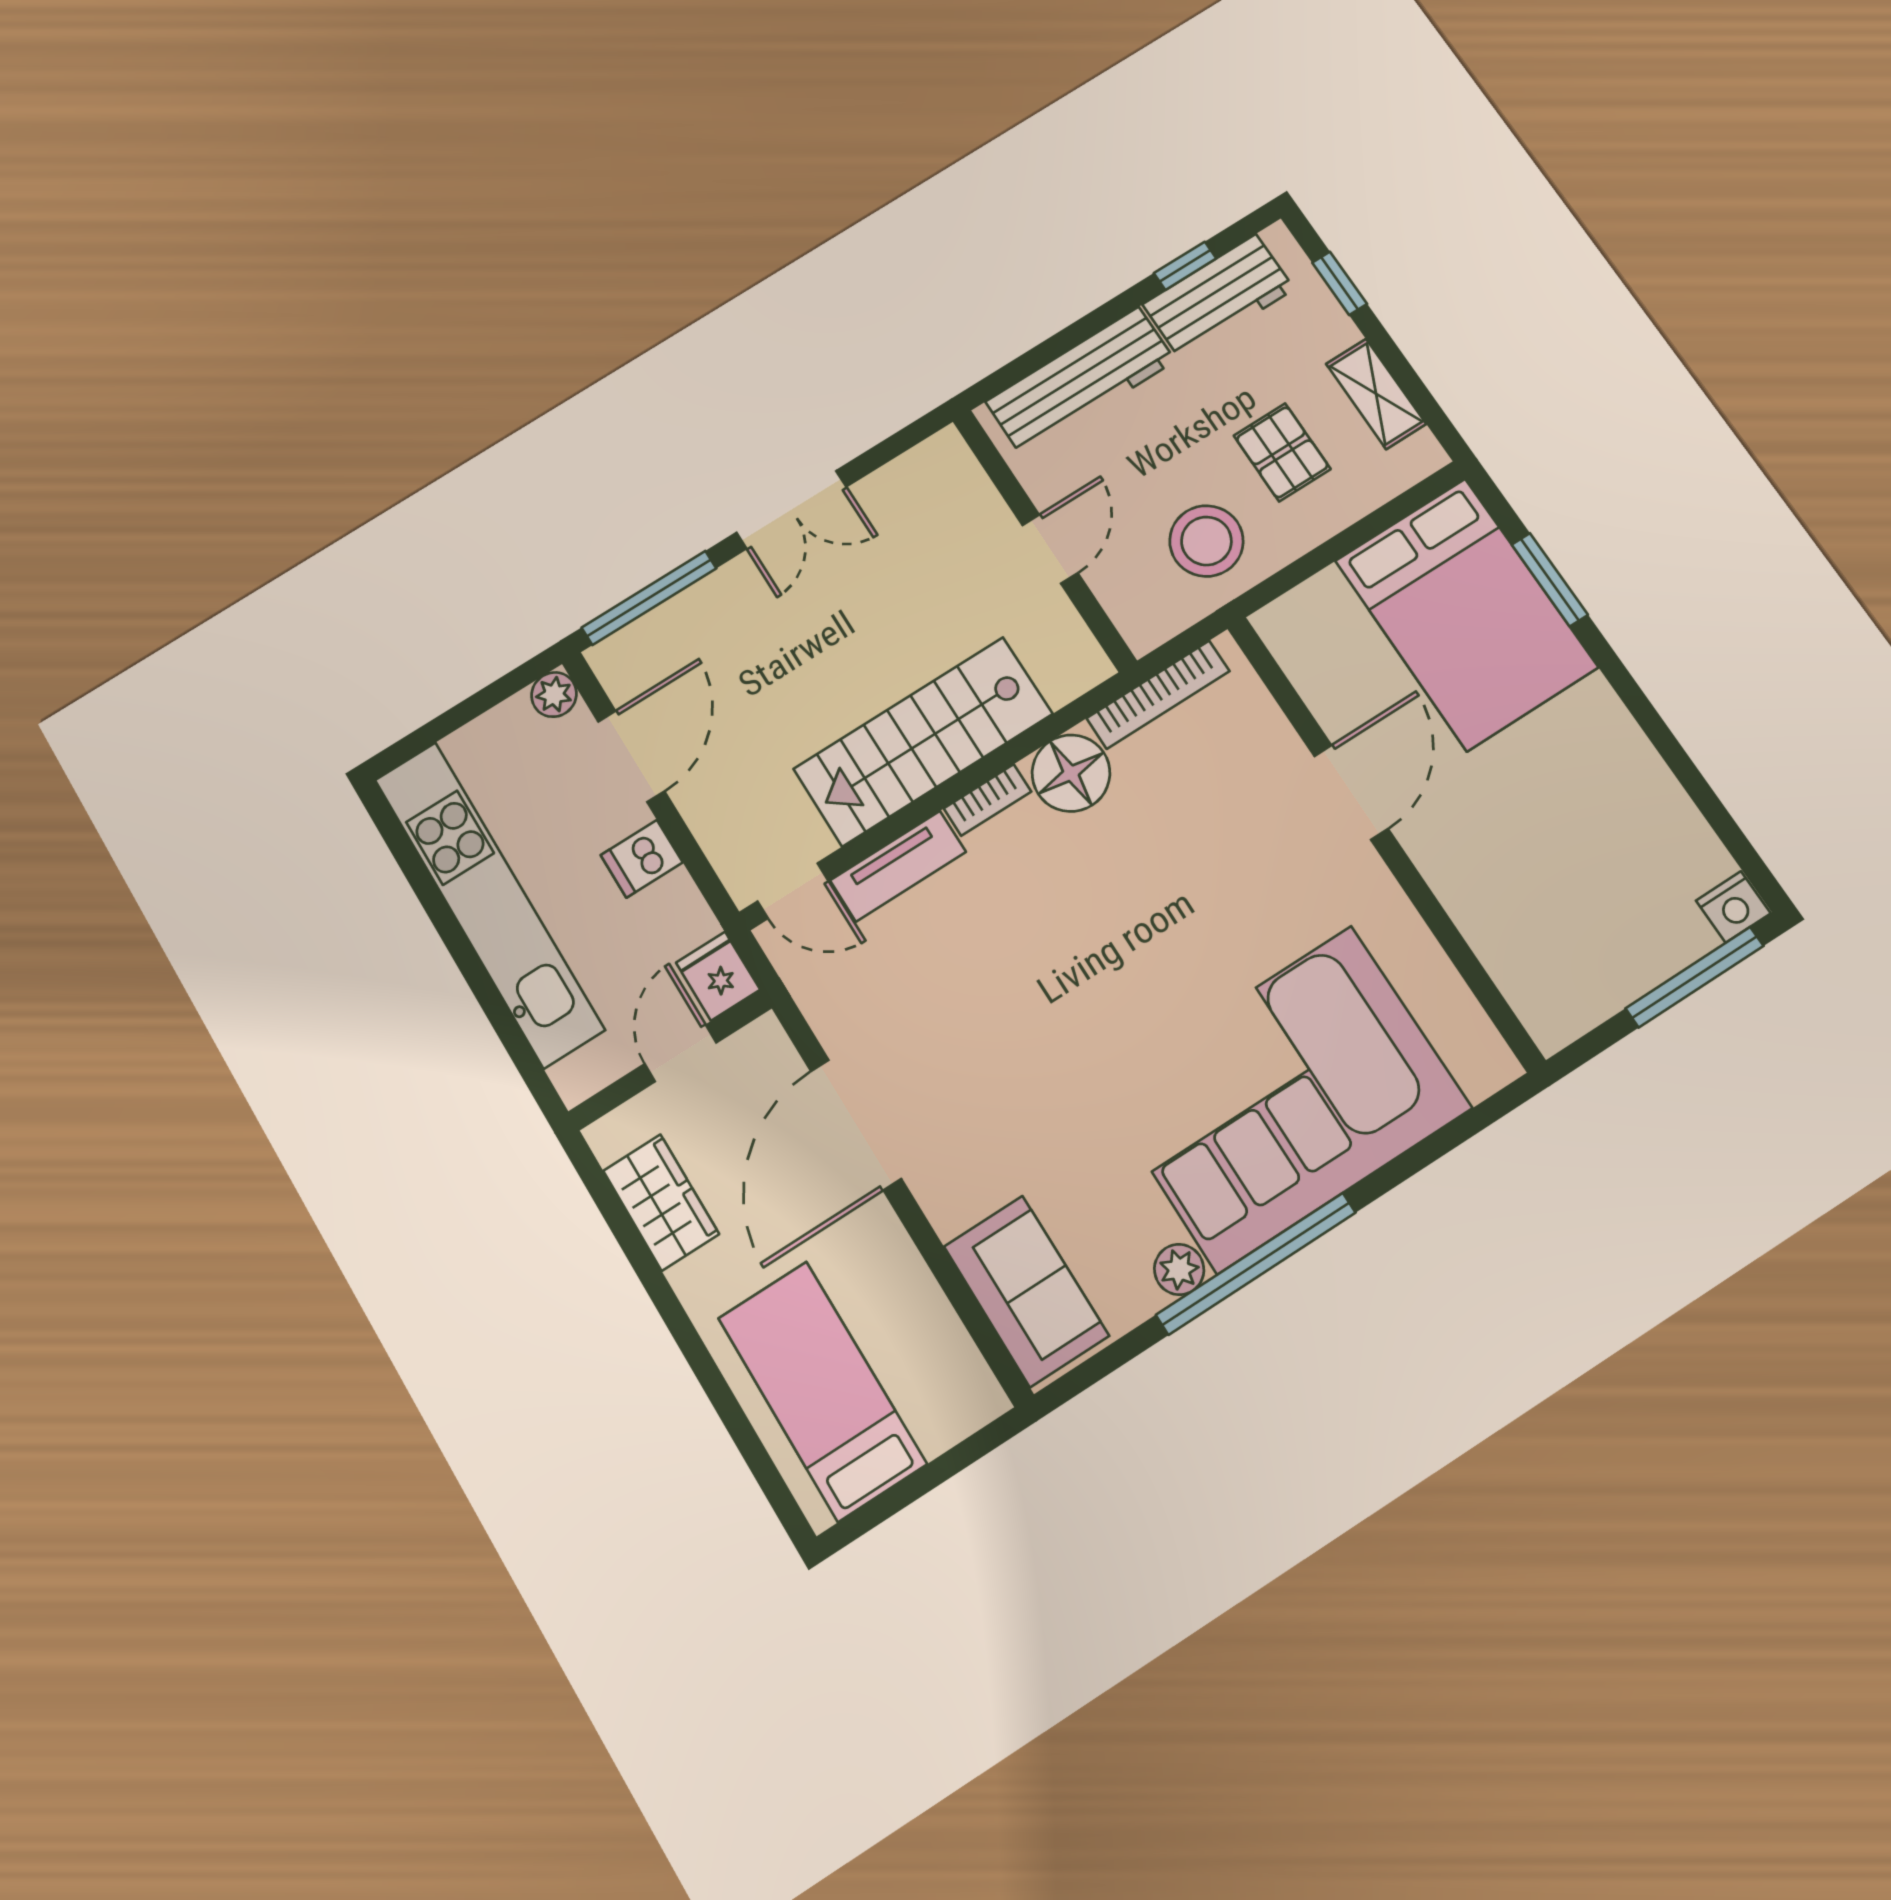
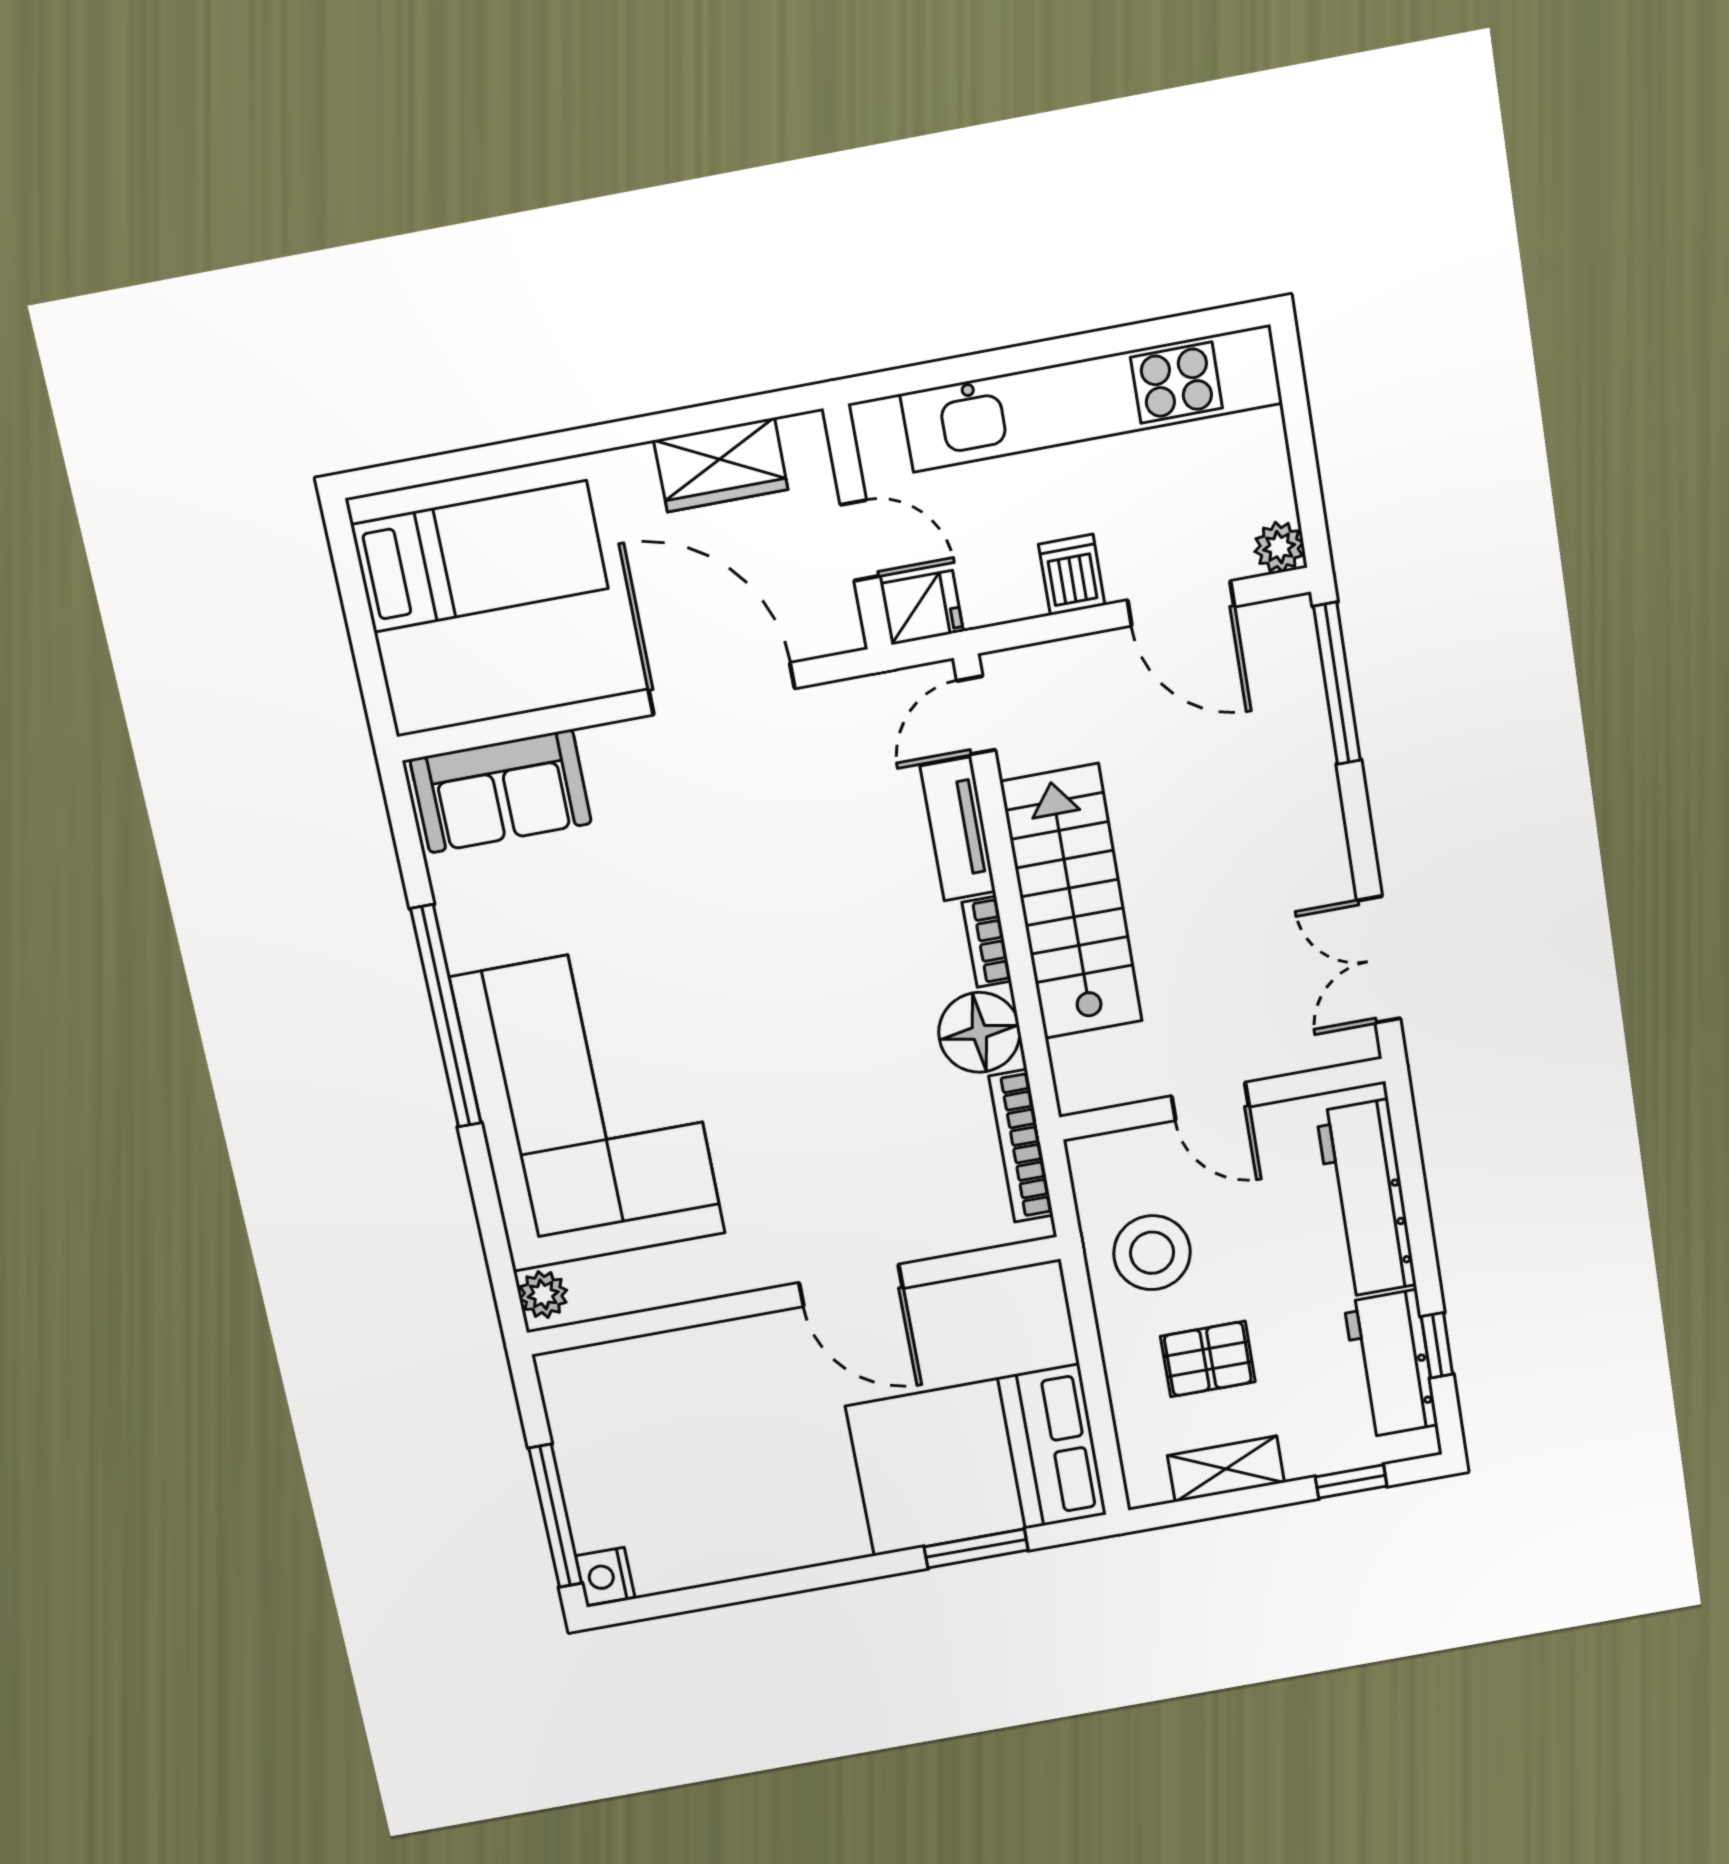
double door: (791, 510) -> (1379, 960), moved
plant: (1179, 1269) -> (543, 1294), moved

